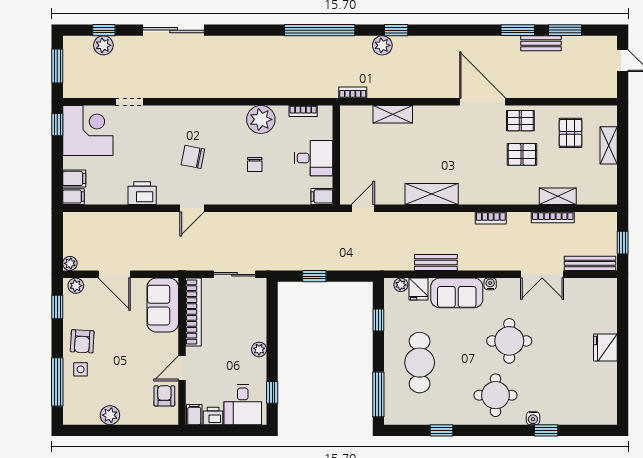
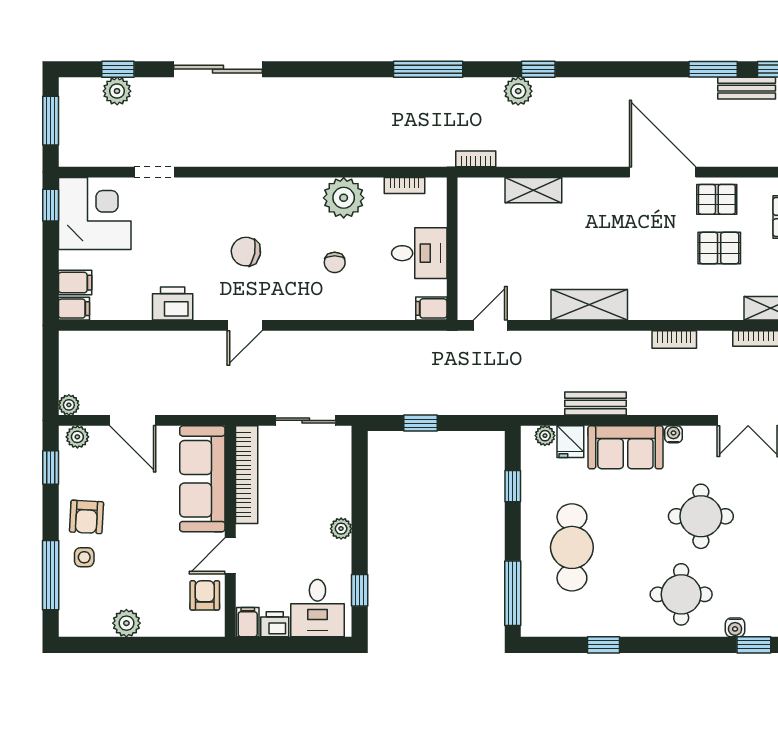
window: (320, 30) -> (428, 69), width x0.68
sofa: (163, 305) -> (202, 479), width x1.36

